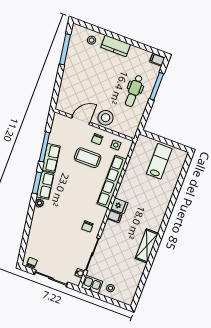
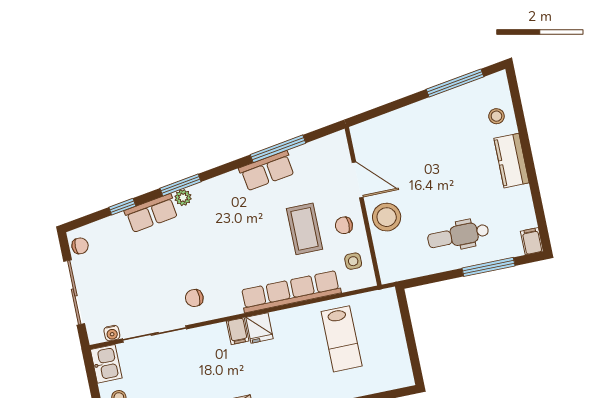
lab bench: (159, 161) -> (342, 339), moved, turned 90
window: (37, 183) -> (181, 185), moved
row of seats: (45, 185) -> (151, 213), moved
window: (26, 233) -> (122, 207), added

